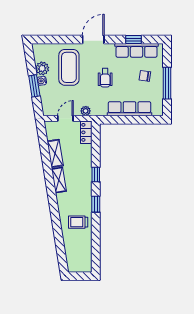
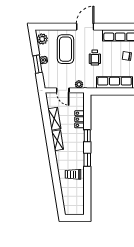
window: (133, 40) -> (118, 27), removed
plant: (42, 68) -> (42, 39), moved
door: (65, 118) -> (63, 90), swing flipped
locker: (86, 132) -> (80, 119), moved

